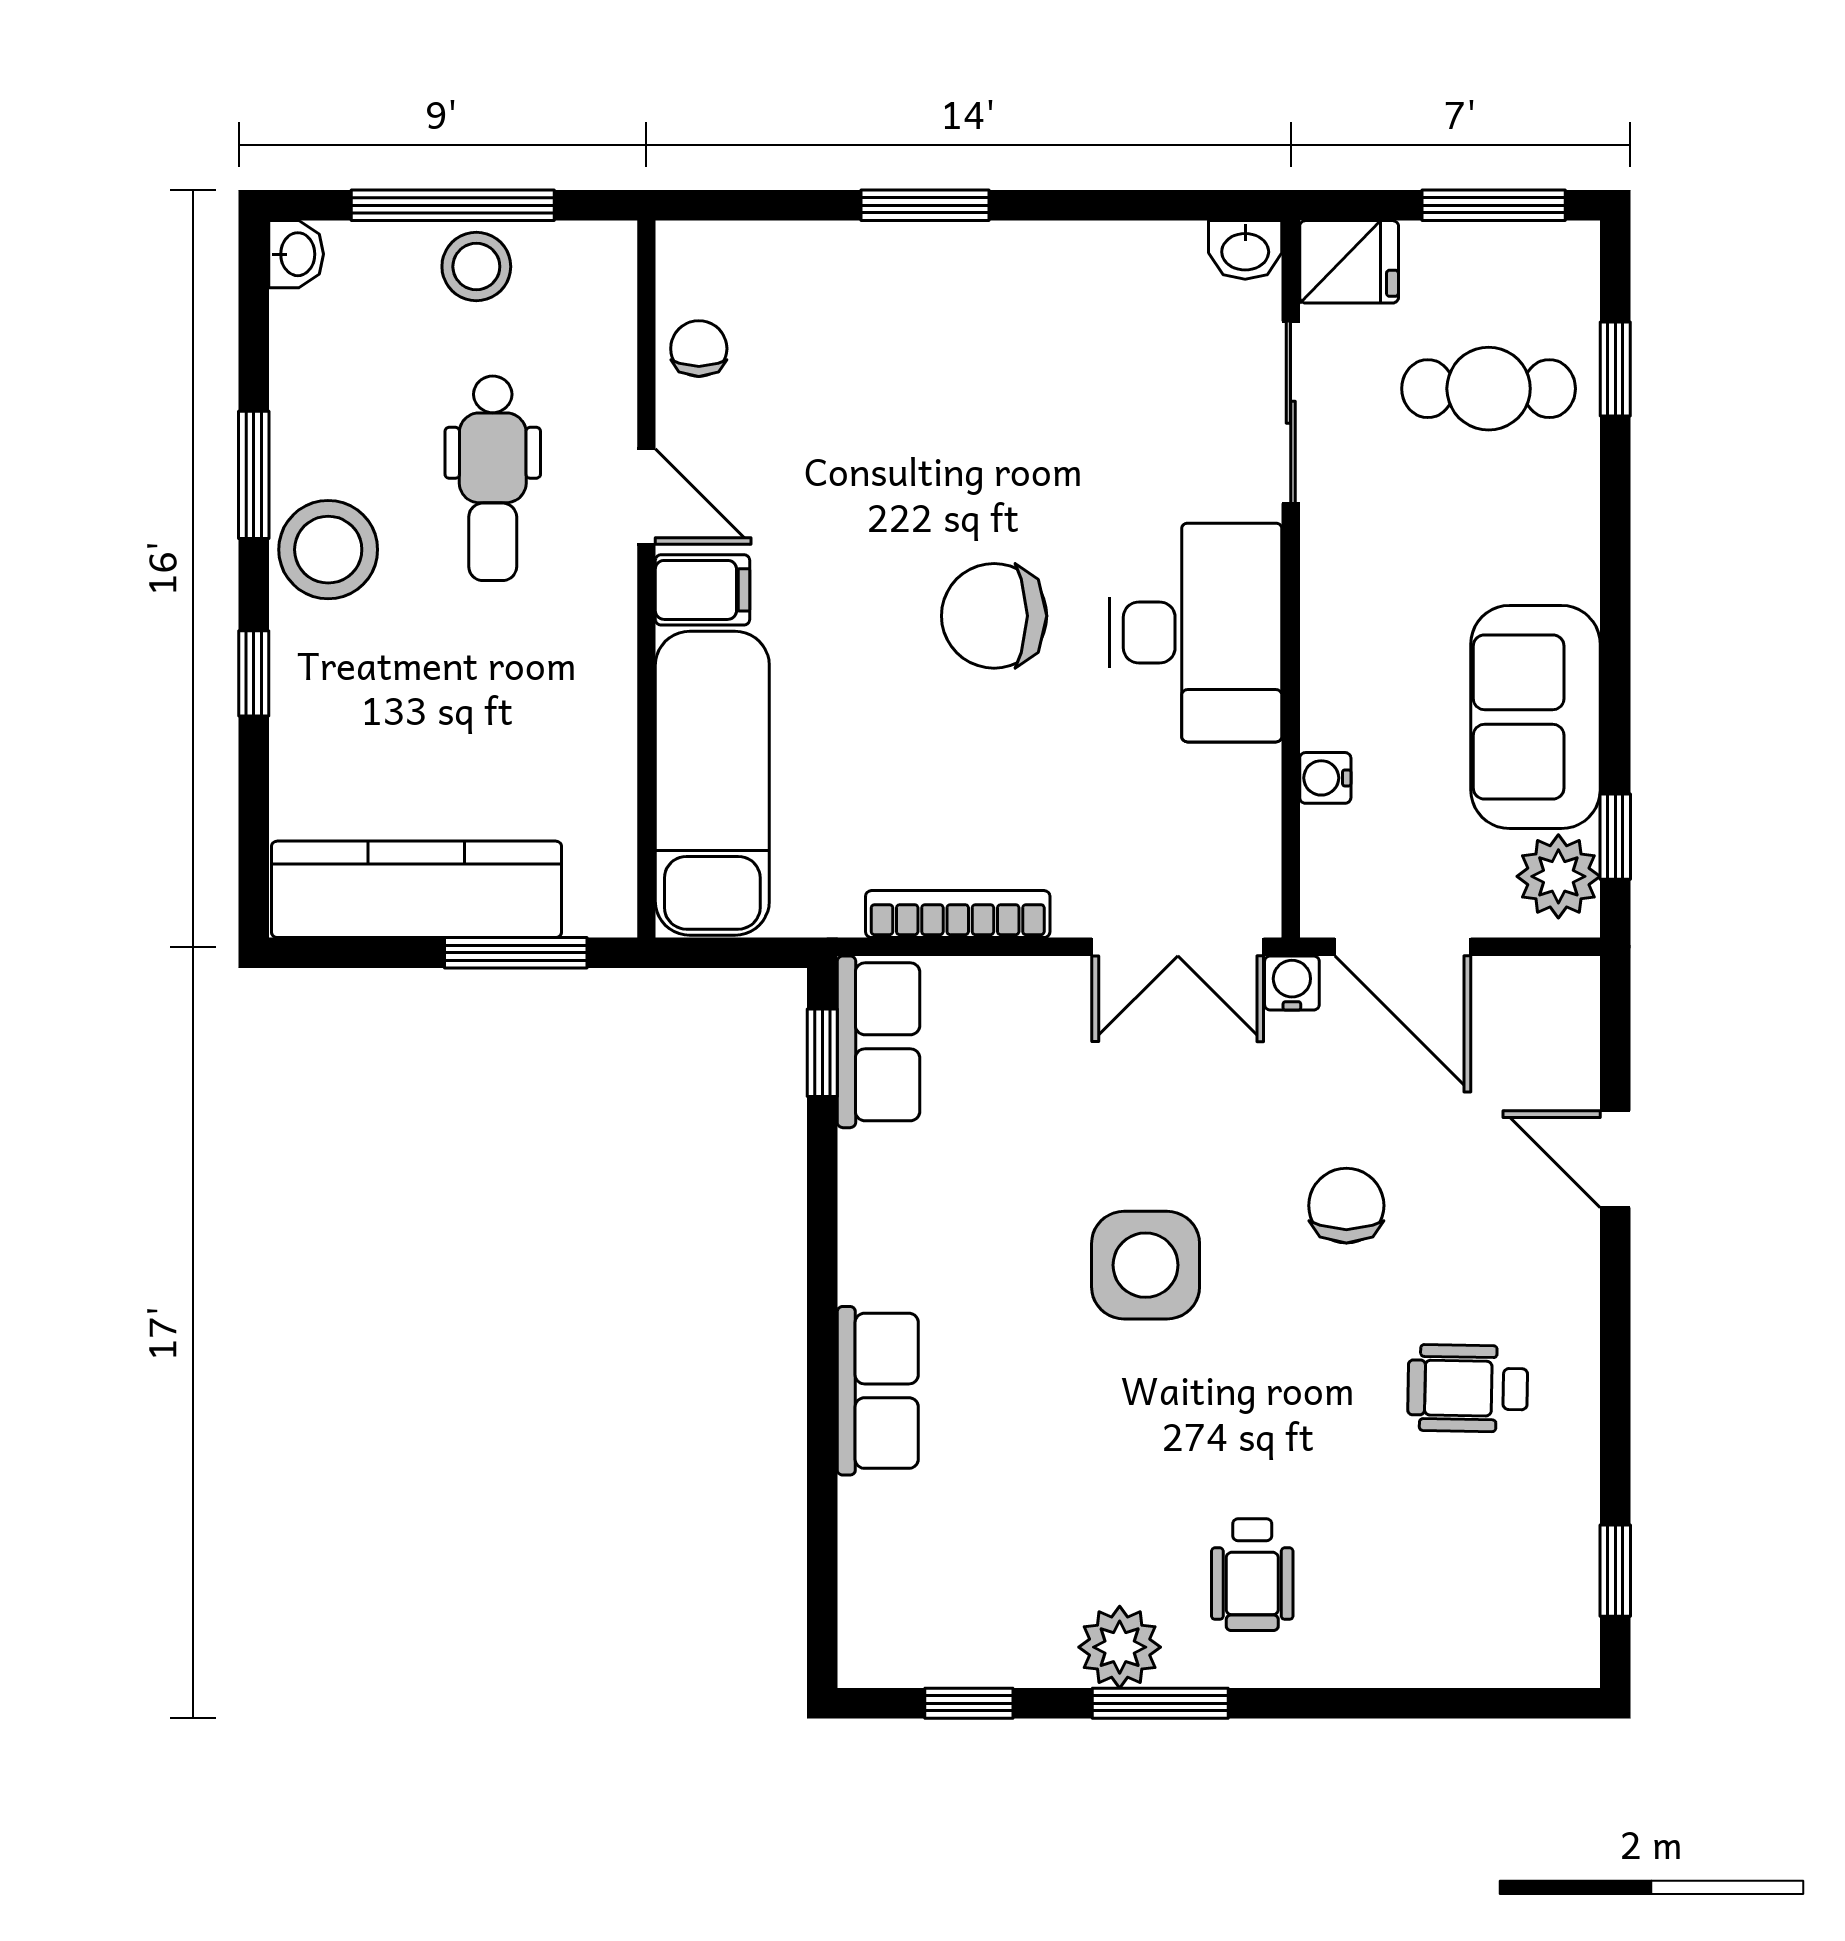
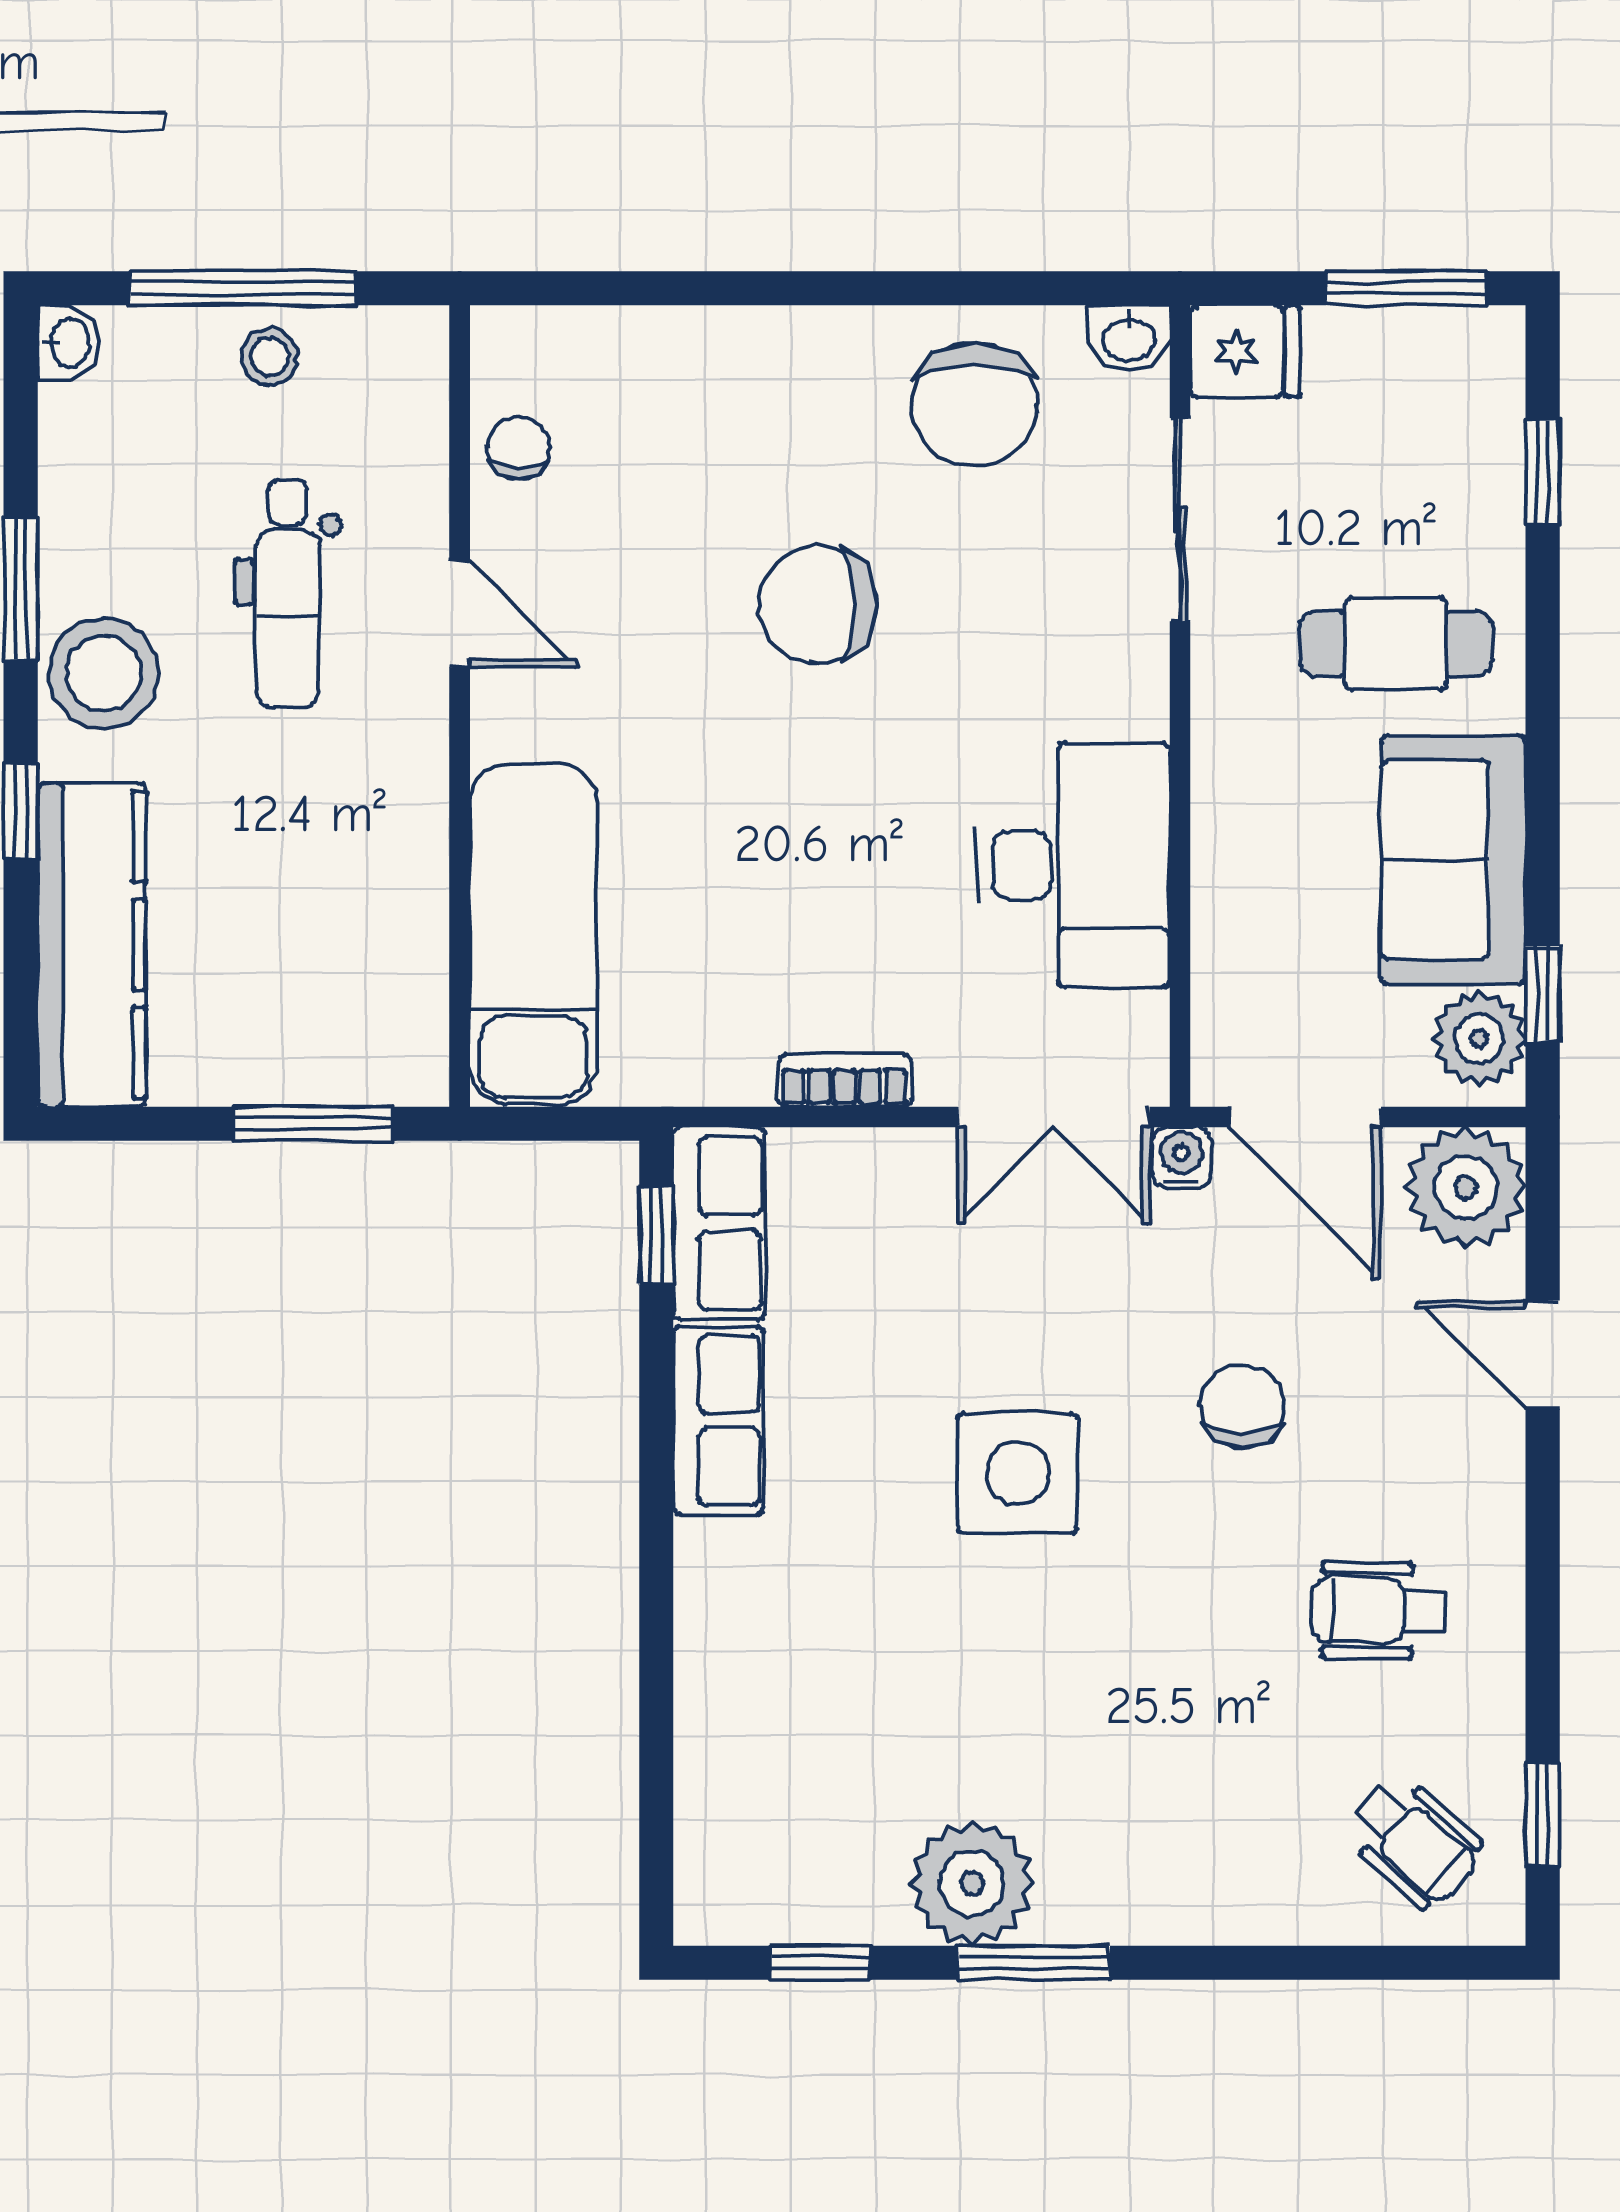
window: (925, 205) -> (771, 288), removed
stool: (476, 267) -> (269, 357), width x0.73, depth x0.73
chair: (1107, 309) -> (974, 405), added
cafe table: (1489, 389) -> (1396, 644), moved
filing cabinet: (703, 590) -> (522, 718), removed
chair: (994, 616) -> (818, 605), moved
desk: (1196, 633) -> (1074, 865), moved
water cooler: (1325, 778) -> (1219, 928), removed
kitchen counter: (416, 889) -> (92, 945), moved, turned 90
bookcase: (958, 914) -> (845, 1081), width x0.64
plant: (1546, 1010) -> (1465, 1187), added
row of seats: (878, 1391) -> (718, 1421), moved
wheelchair: (1252, 1575) -> (1414, 1842), moved, turned -48
plant: (1120, 1647) -> (972, 1883), width x1.36, depth x1.36

